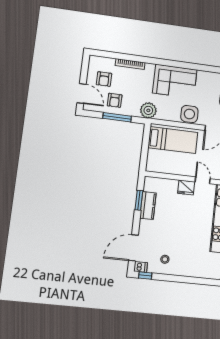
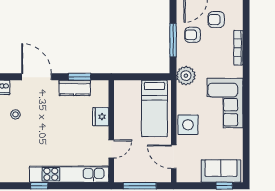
fridge: (186, 187) -> (101, 117), moved
door: (133, 248) -> (36, 77), moved

